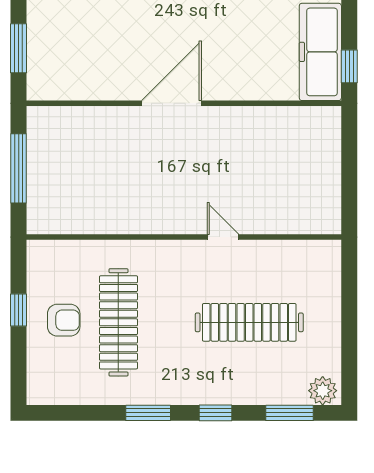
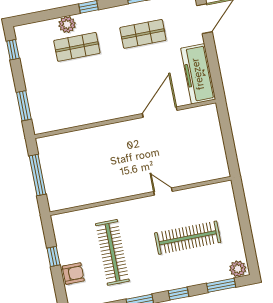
window: (349, 66) -> (216, 79), removed
door: (172, 103) -> (160, 112), moved
armchair: (64, 320) -> (73, 274), moved

